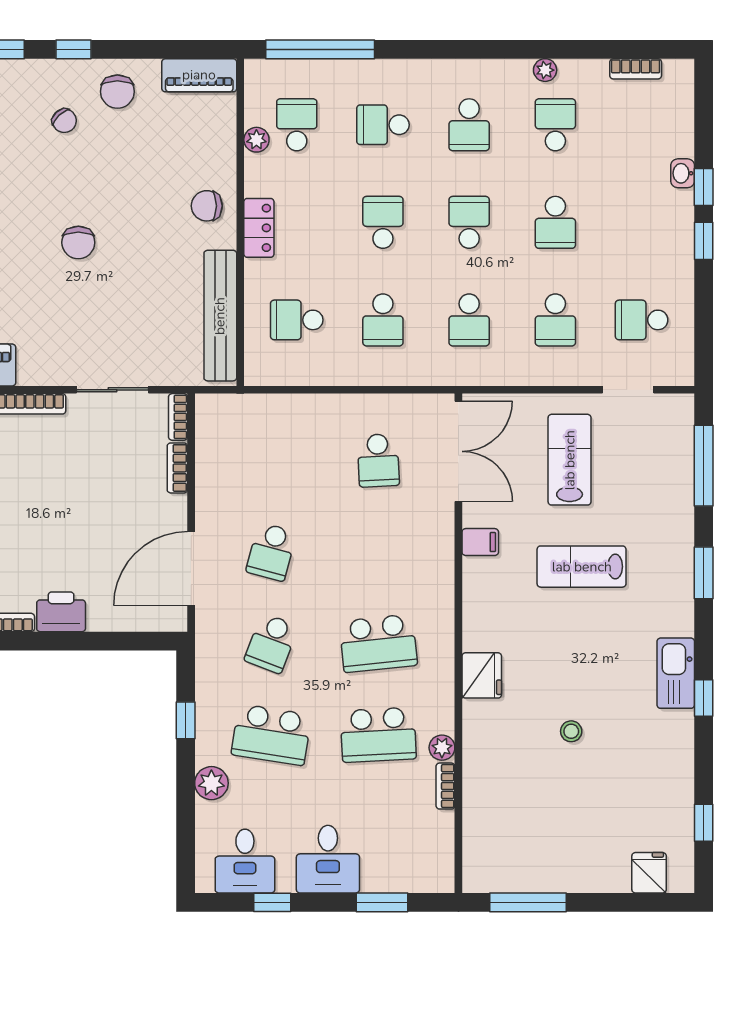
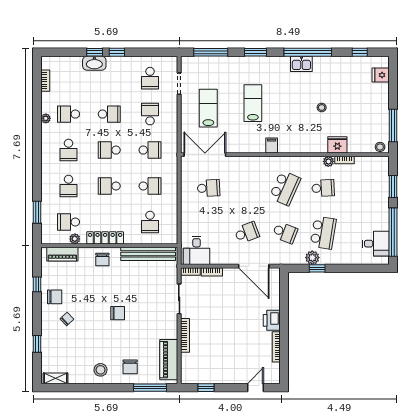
window: (74, 49) -> (37, 284), moved
window: (320, 49) -> (37, 212), width x0.47
piano: (199, 75) -> (62, 254), moved, turned 90
school desk: (469, 125) -> (69, 150), turned 90
washbasin: (683, 173) -> (94, 63), width x1.91, depth x1.45
locker: (259, 228) -> (105, 238), width x1.53
school desk: (555, 320) -> (150, 114), turned -90
lab bench: (570, 460) -> (208, 108), turned 90
filing cabinet: (480, 542) -> (272, 145), moved
school desk: (271, 552) -> (247, 233), turned -36
lab bench: (582, 567) -> (253, 103), turned 180
school desk: (378, 643) -> (285, 188), turned 30
kitchen sink: (676, 673) -> (301, 64), width x0.73
fridge: (482, 675) -> (337, 145), moved
window: (704, 698) -> (308, 52), width x3.17
school desk: (378, 735) -> (323, 188), width x0.54
plant: (211, 783) -> (312, 258), moved
desk: (328, 859) -> (197, 250), moved, turned 90
stool: (477, 871) -> (380, 147), added
window: (272, 902) -> (393, 232), width x3.17

